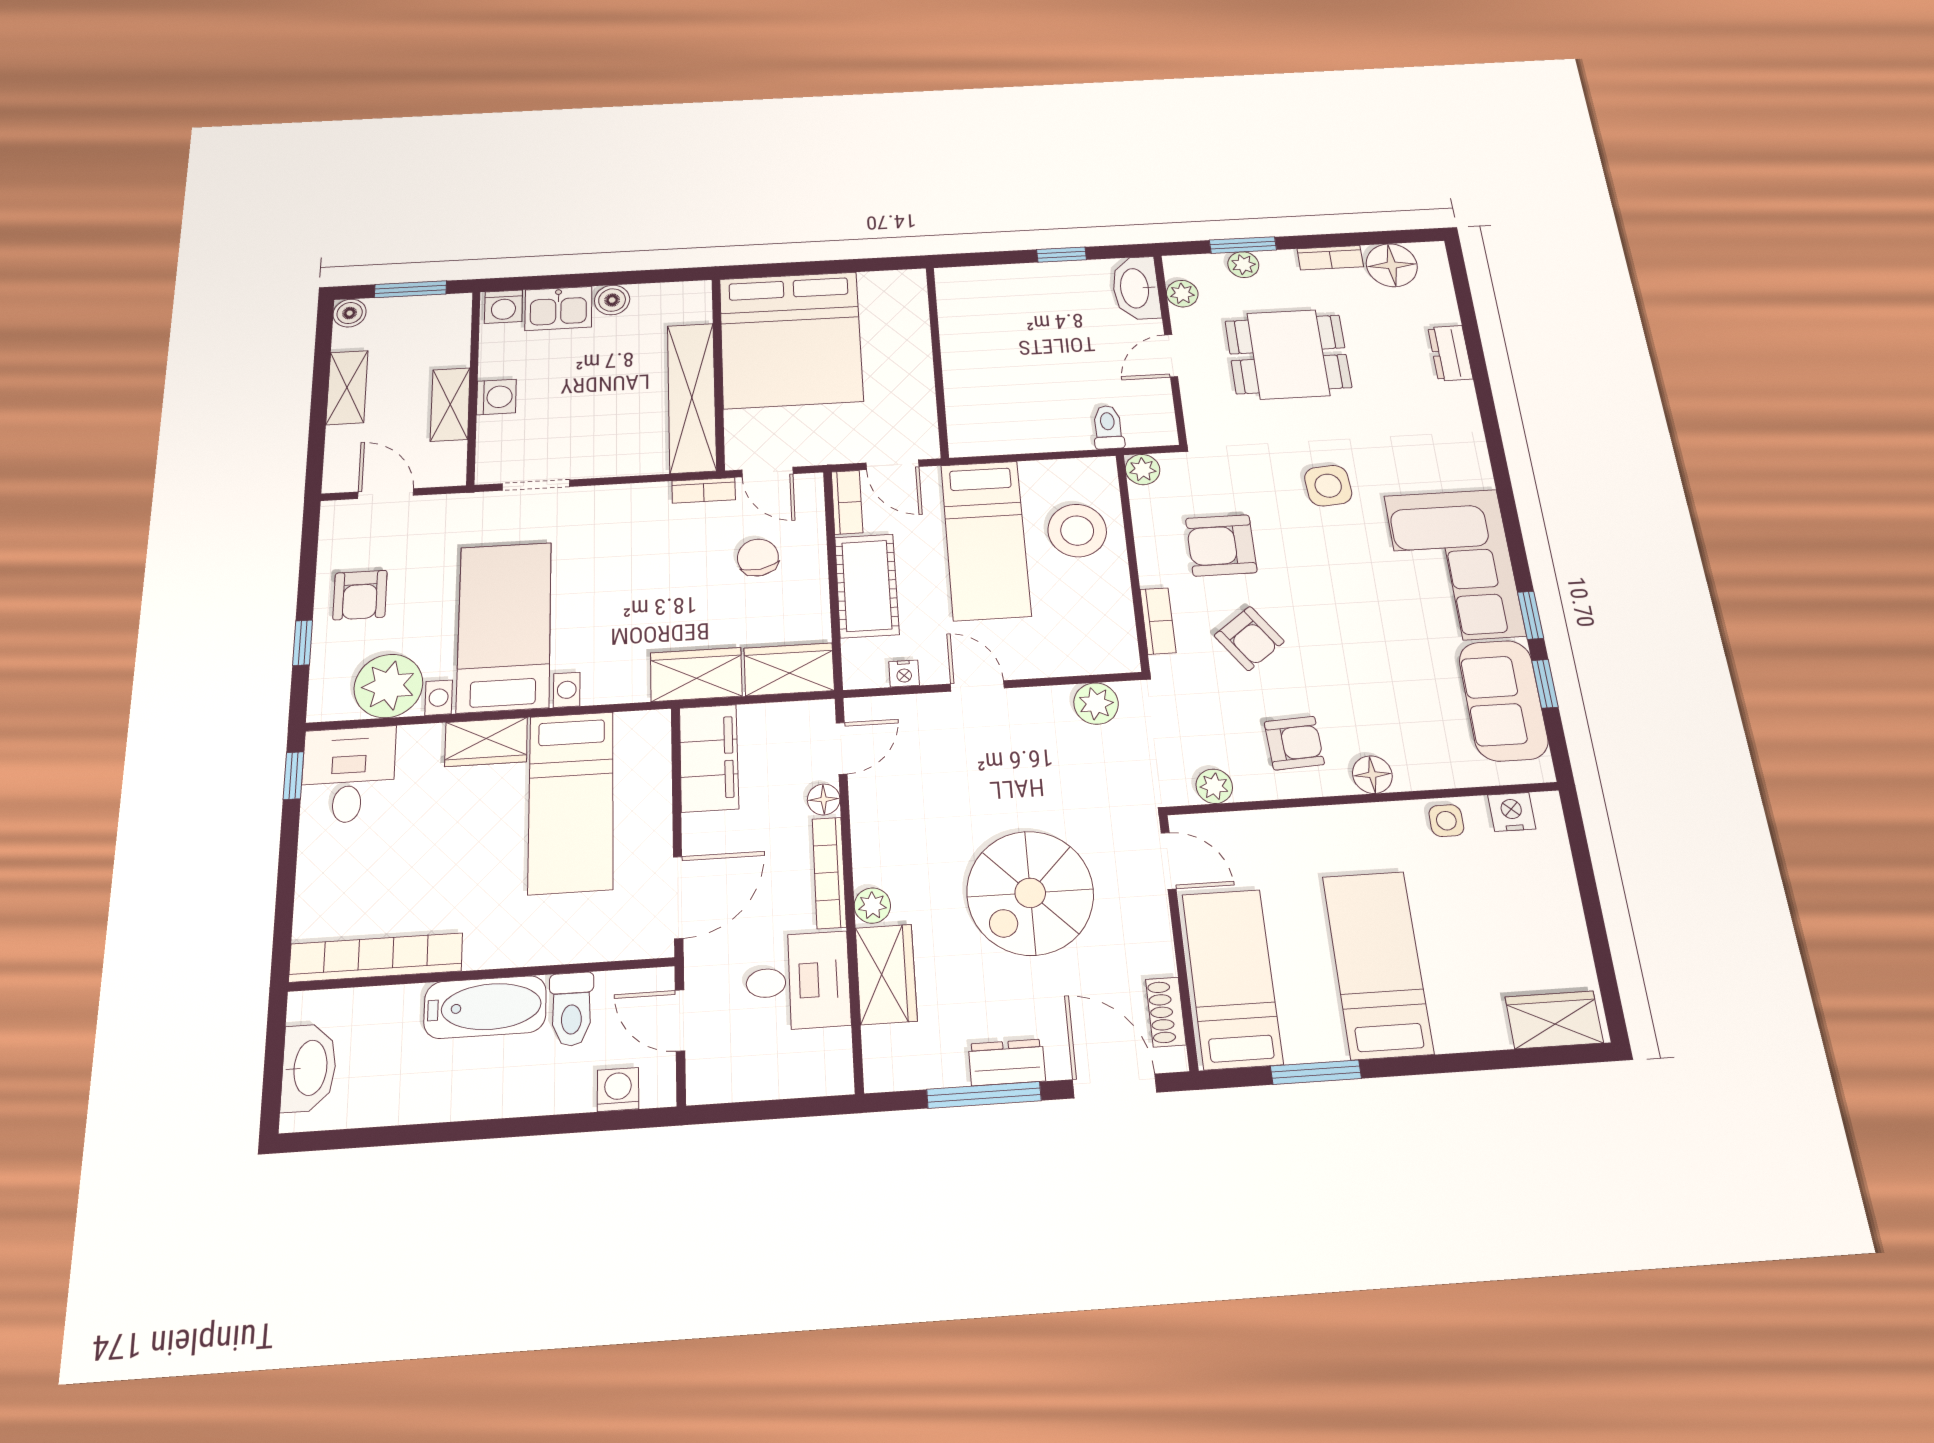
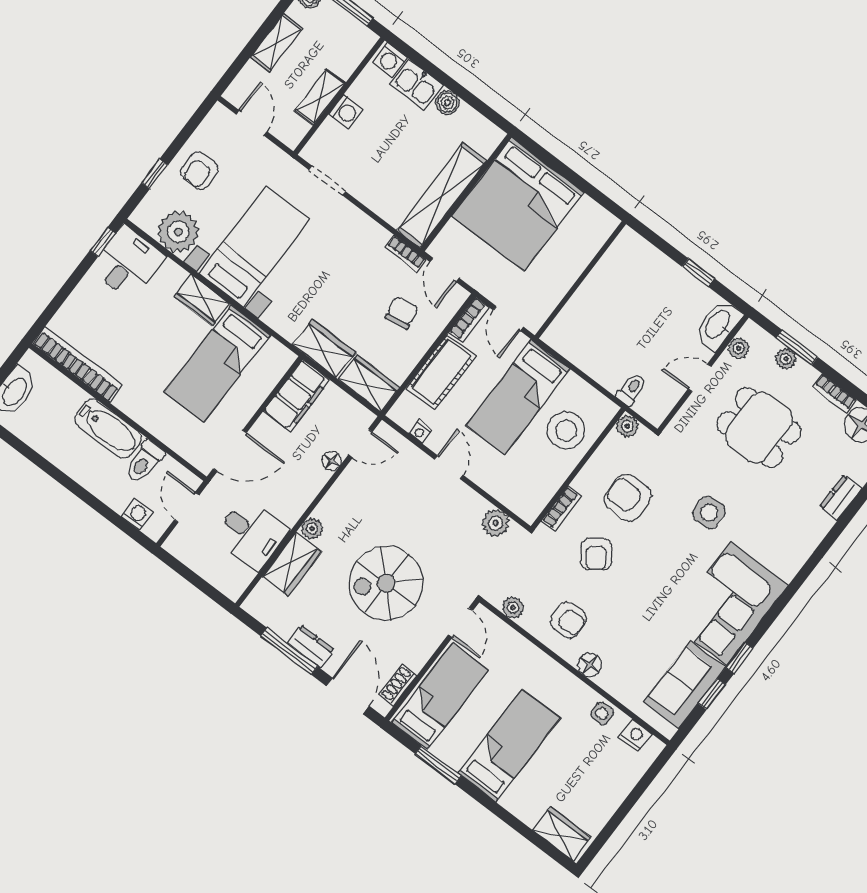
bookcase: (829, 873) -> (306, 497), removed

